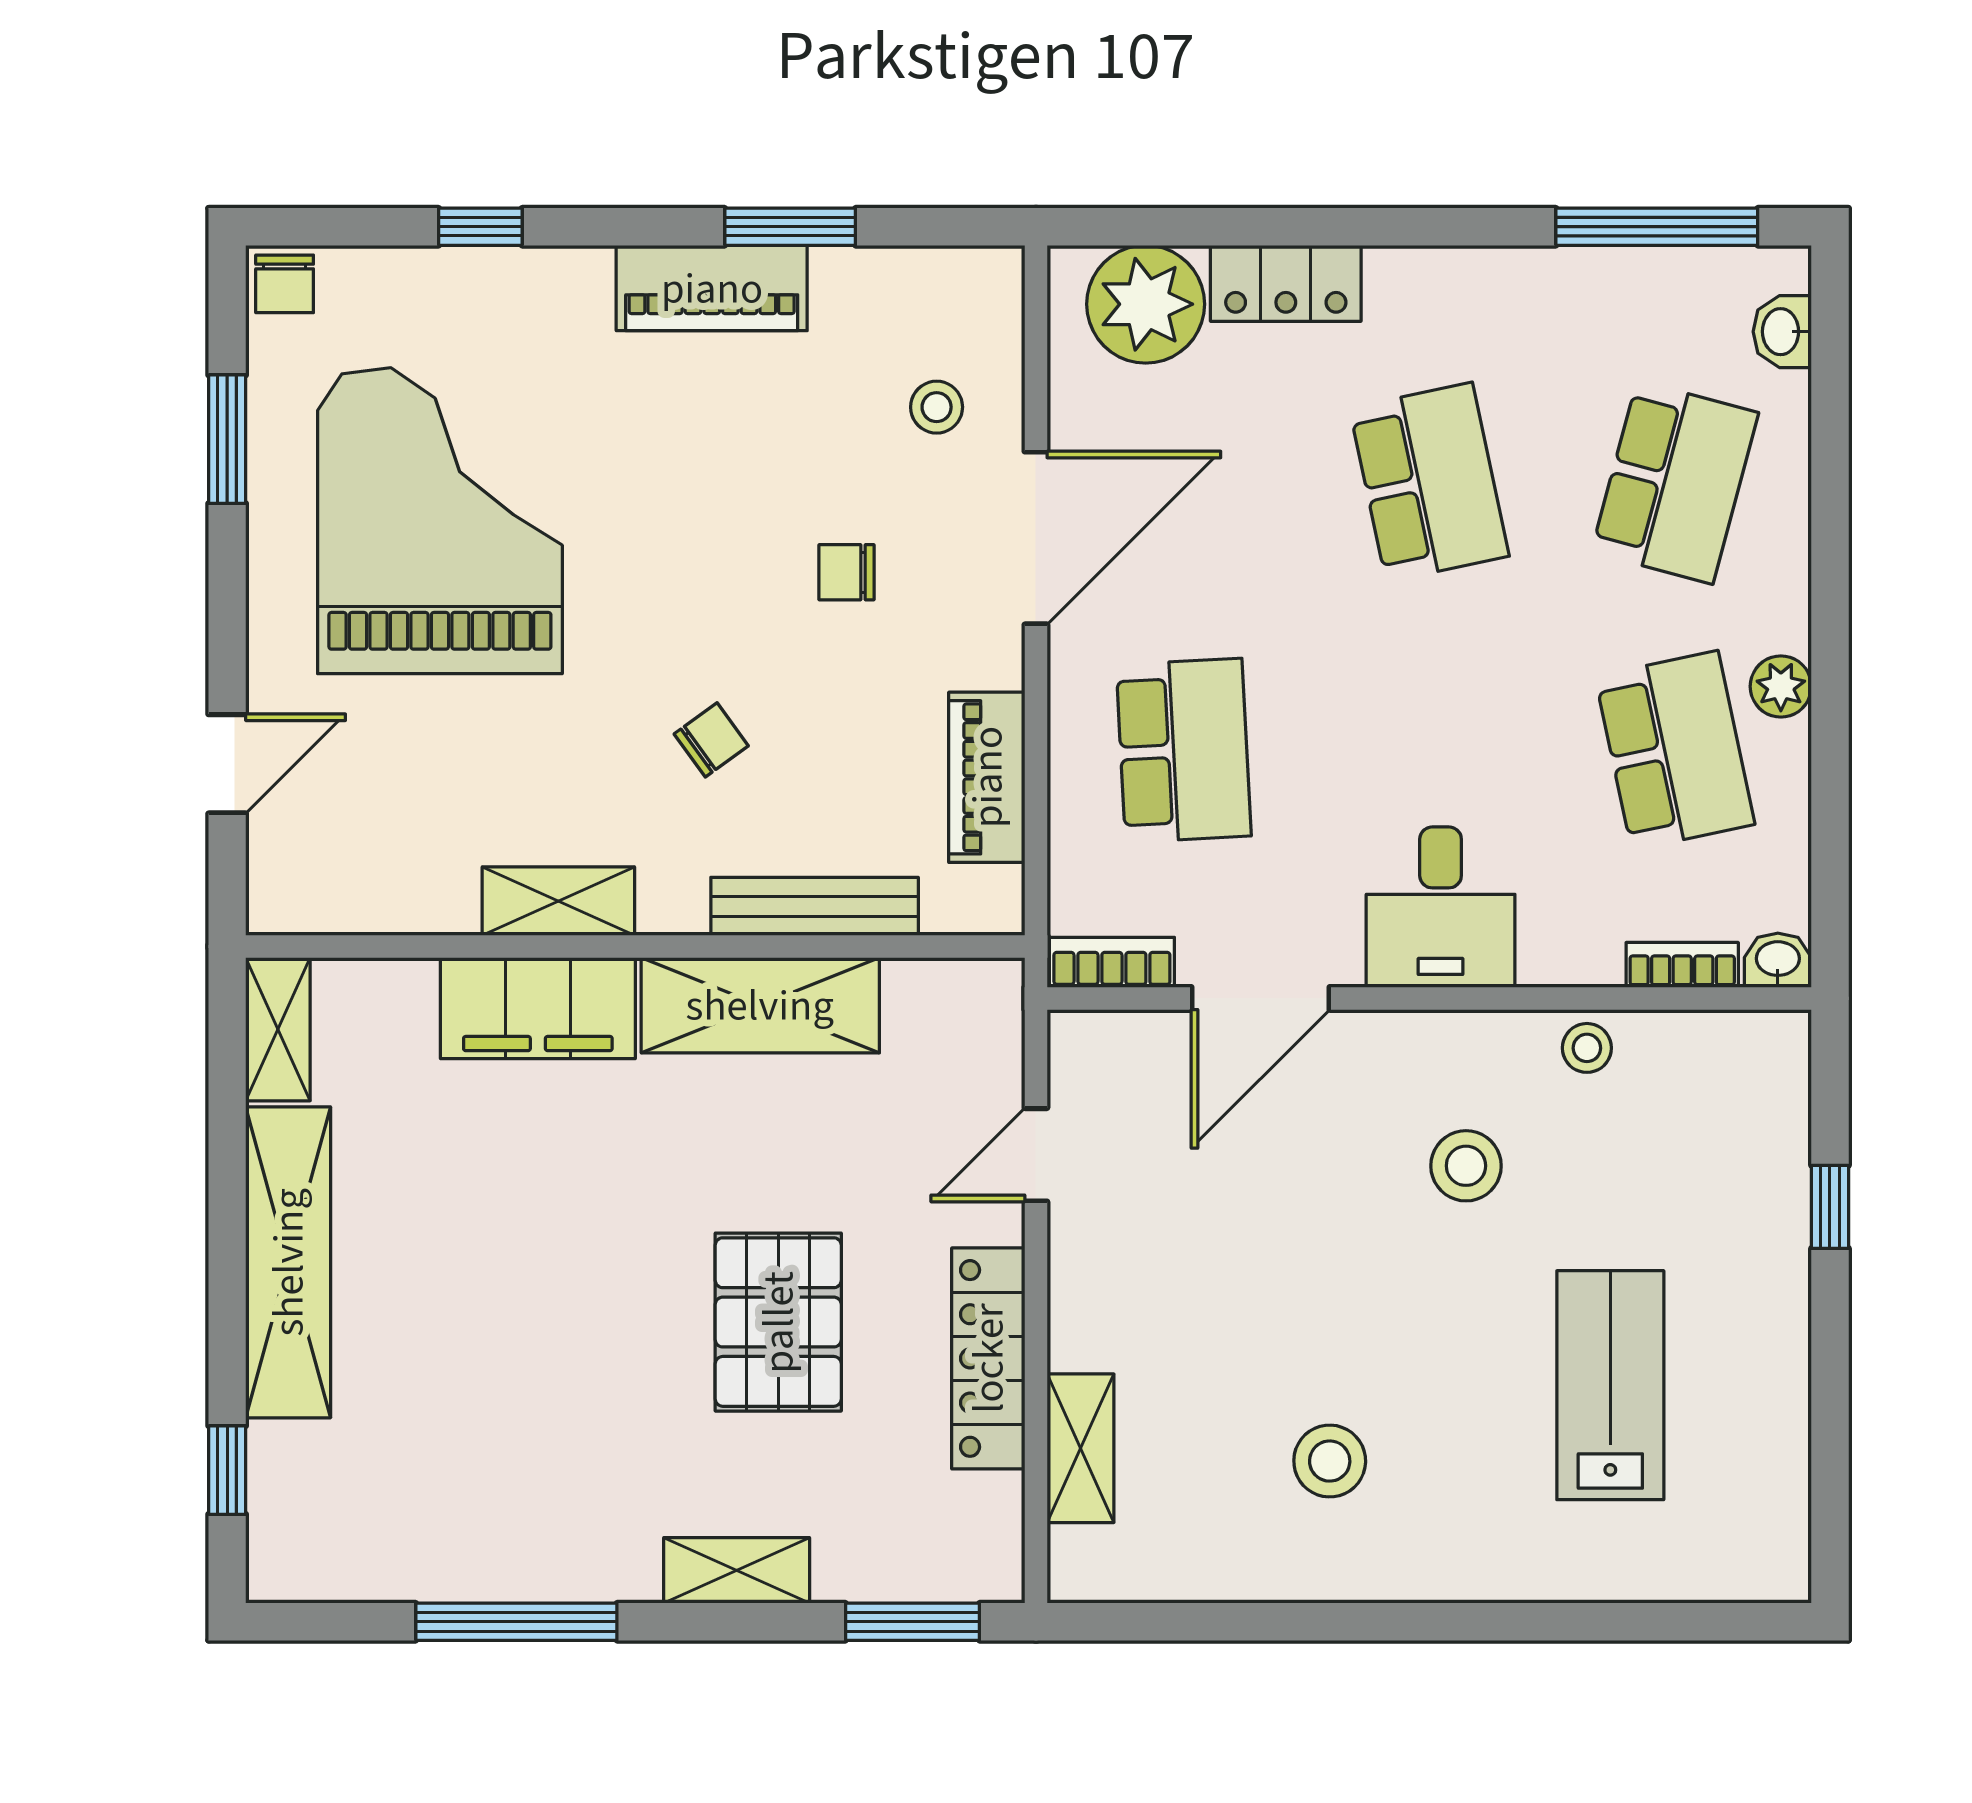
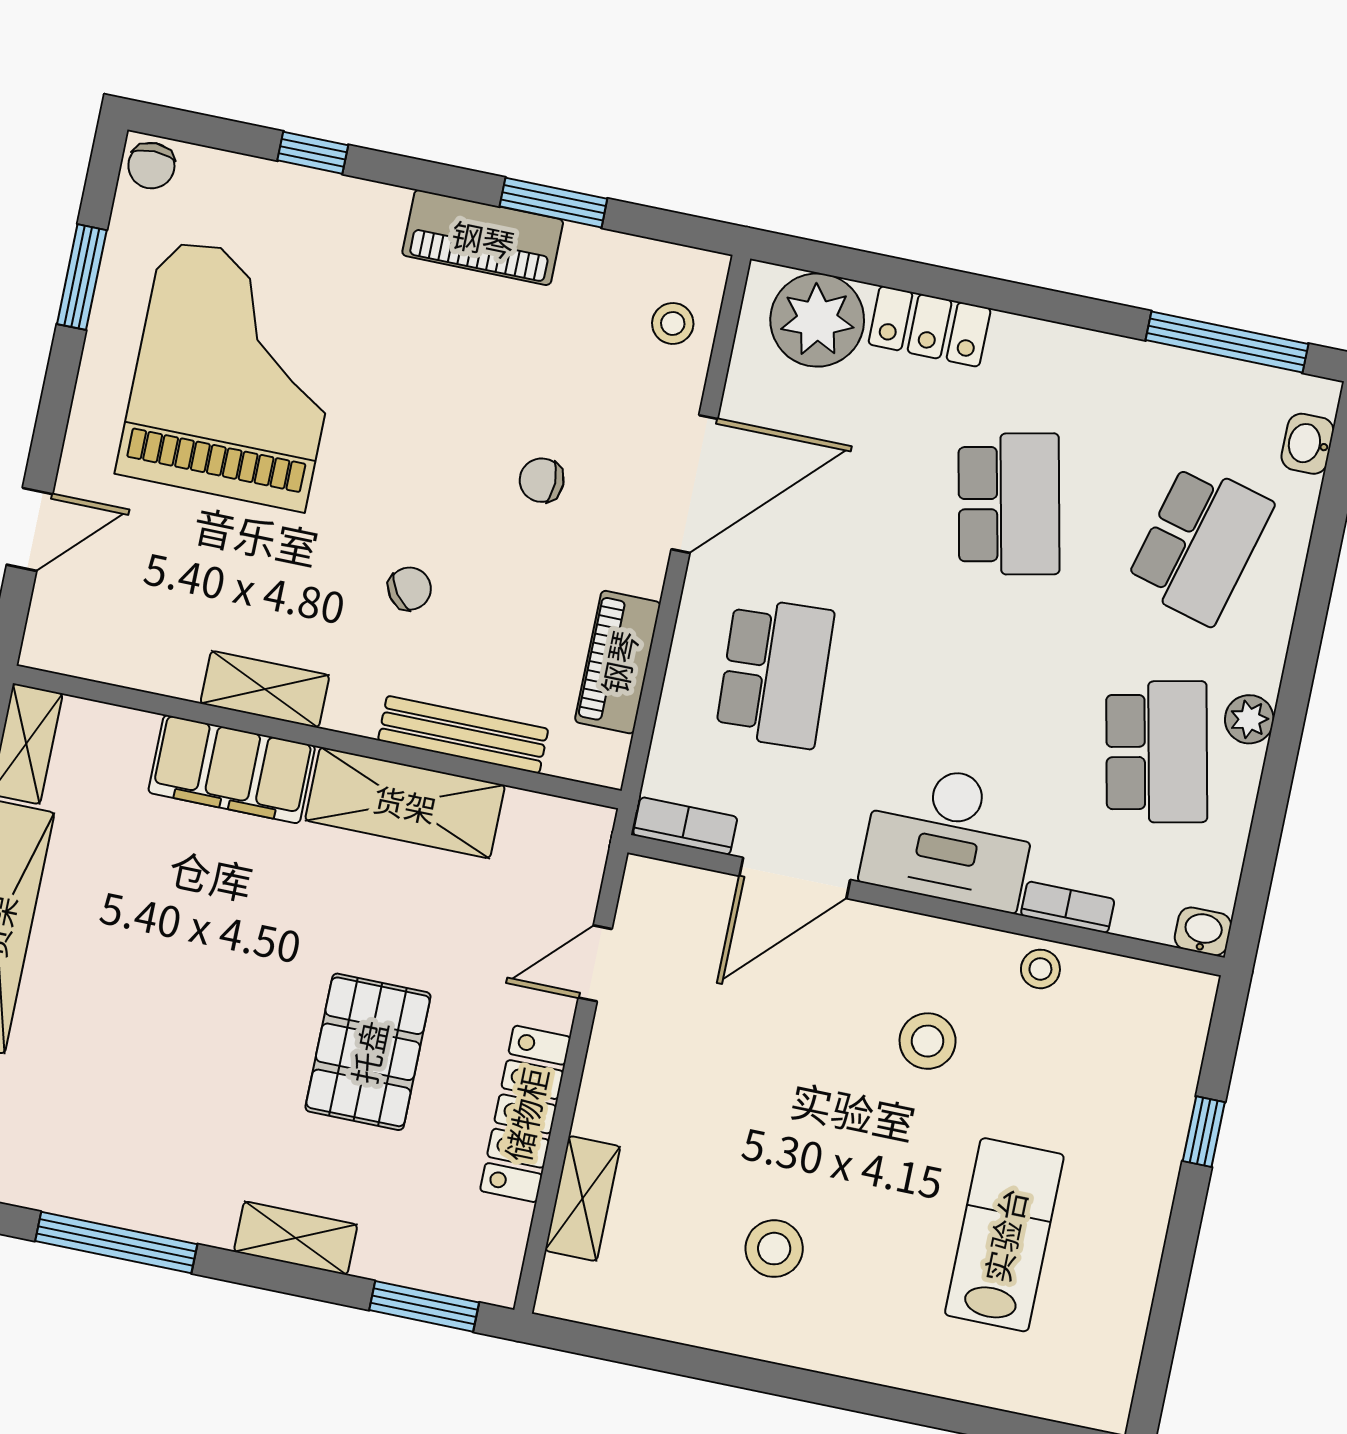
stool: (937, 407) -> (673, 323), moved
desk: (1441, 907) -> (949, 836), width x1.37
bookcase: (1682, 965) -> (1068, 907), moved

